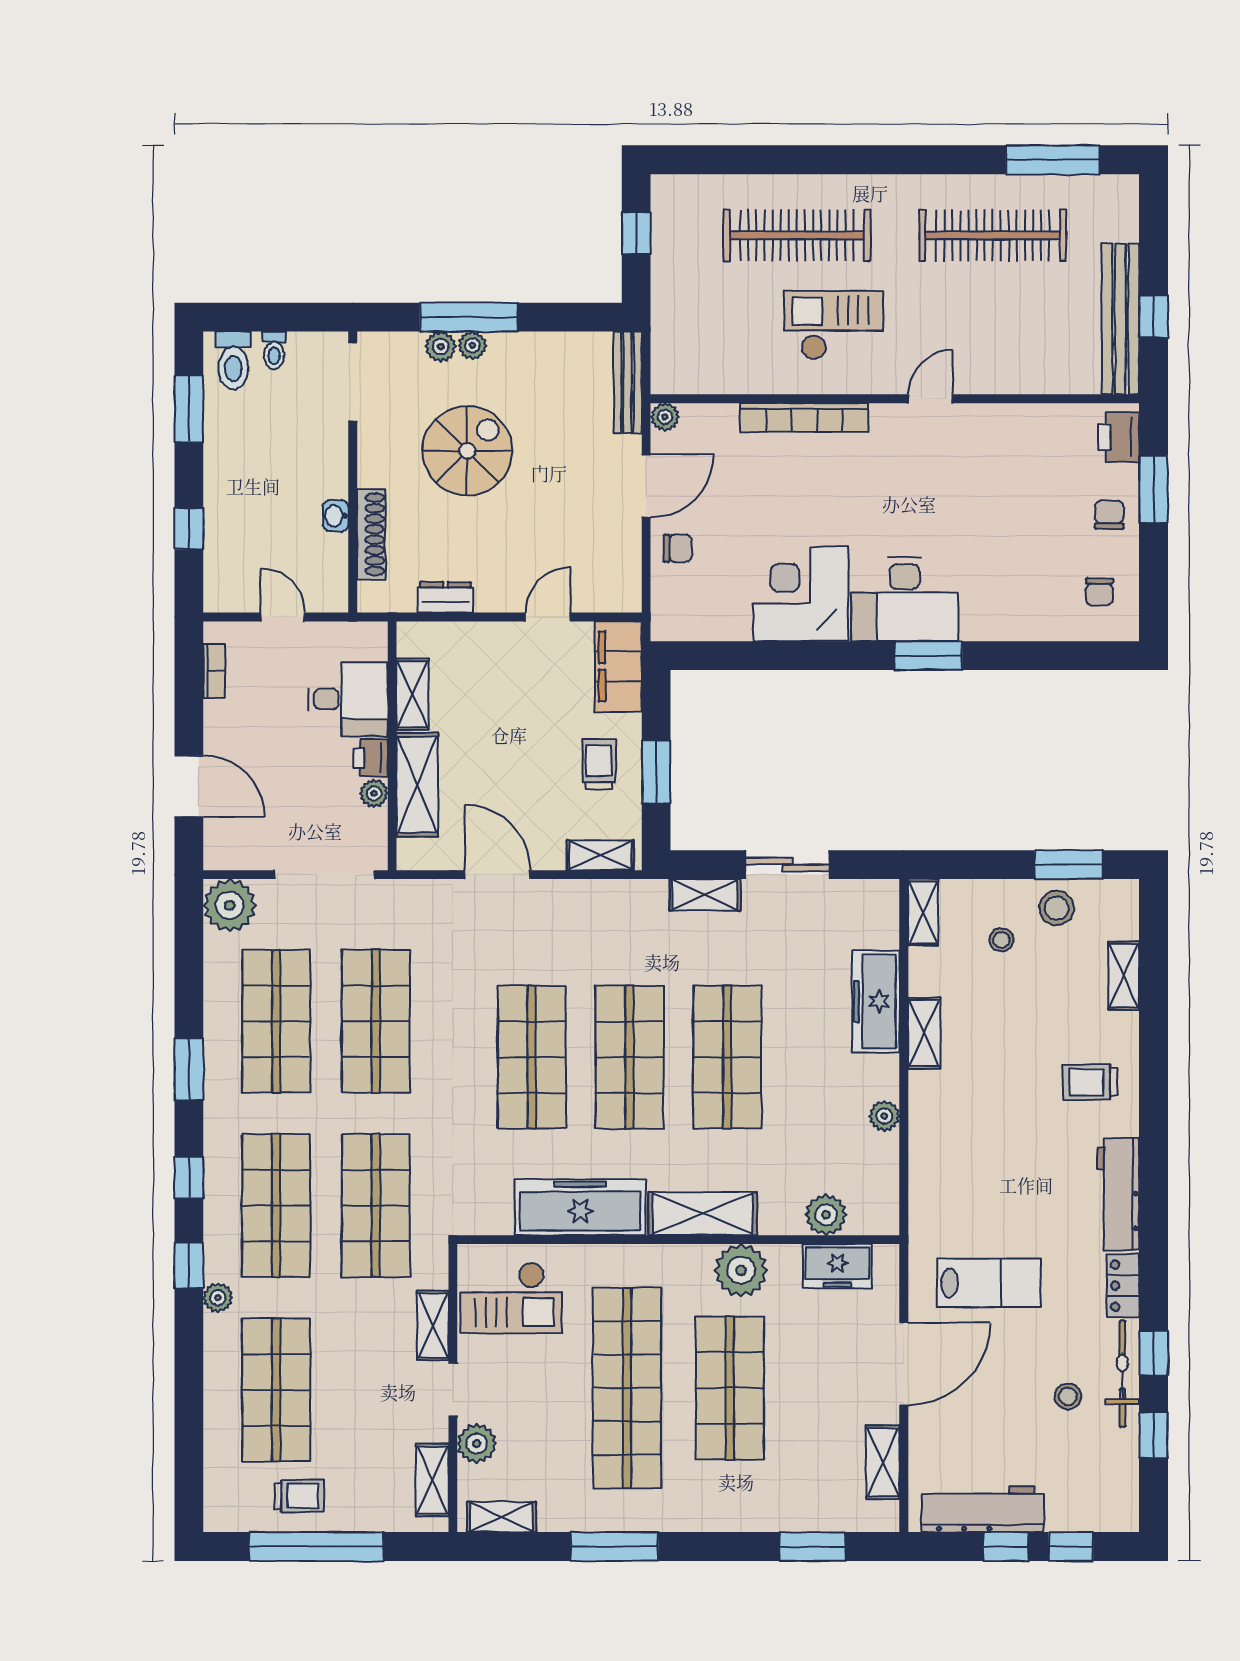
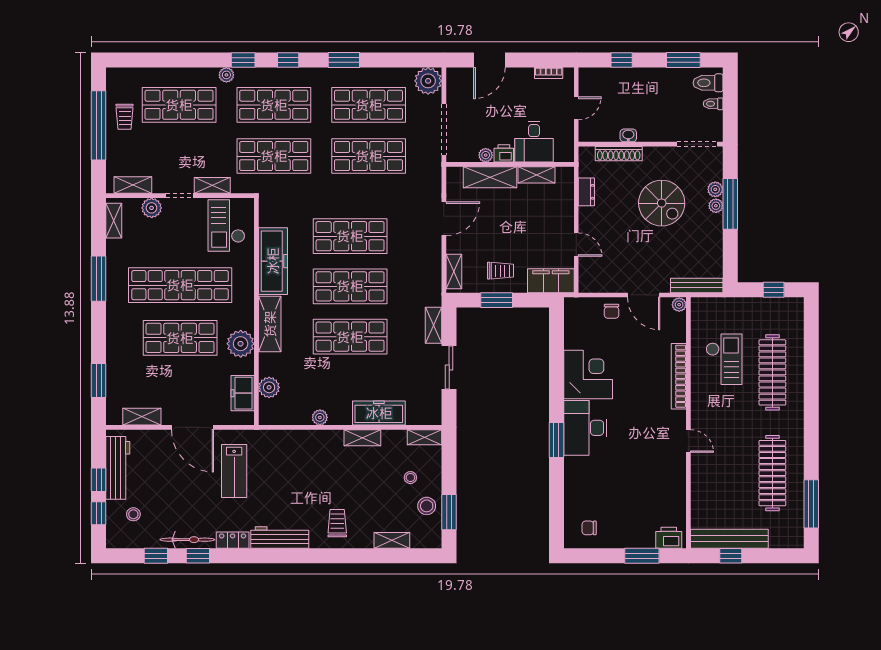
checkout: (834, 325) -> (724, 359), moved
chair: (1109, 515) -> (629, 533), removed
stool: (1068, 1396) -> (133, 514), moved

